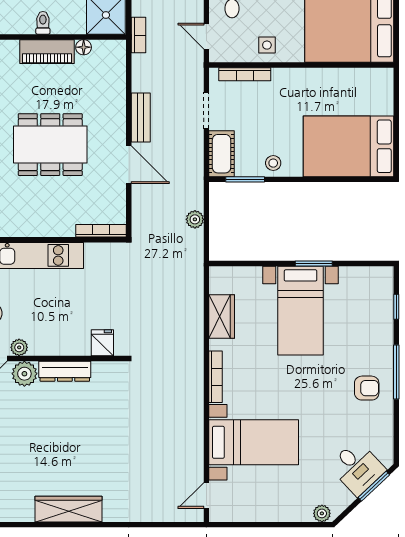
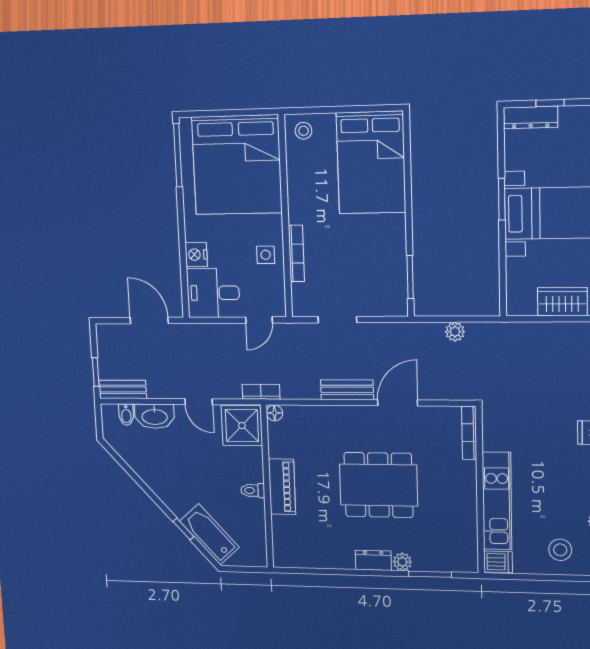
floor lamp: (84, 47) -> (274, 413), moved
bookcase: (245, 74) -> (296, 253), moved
dining table: (50, 145) -> (378, 485), turned 90
cot: (222, 154) -> (383, 303), removed
stool: (273, 163) -> (303, 131), moved
dresser: (384, 290) -> (531, 117), added

